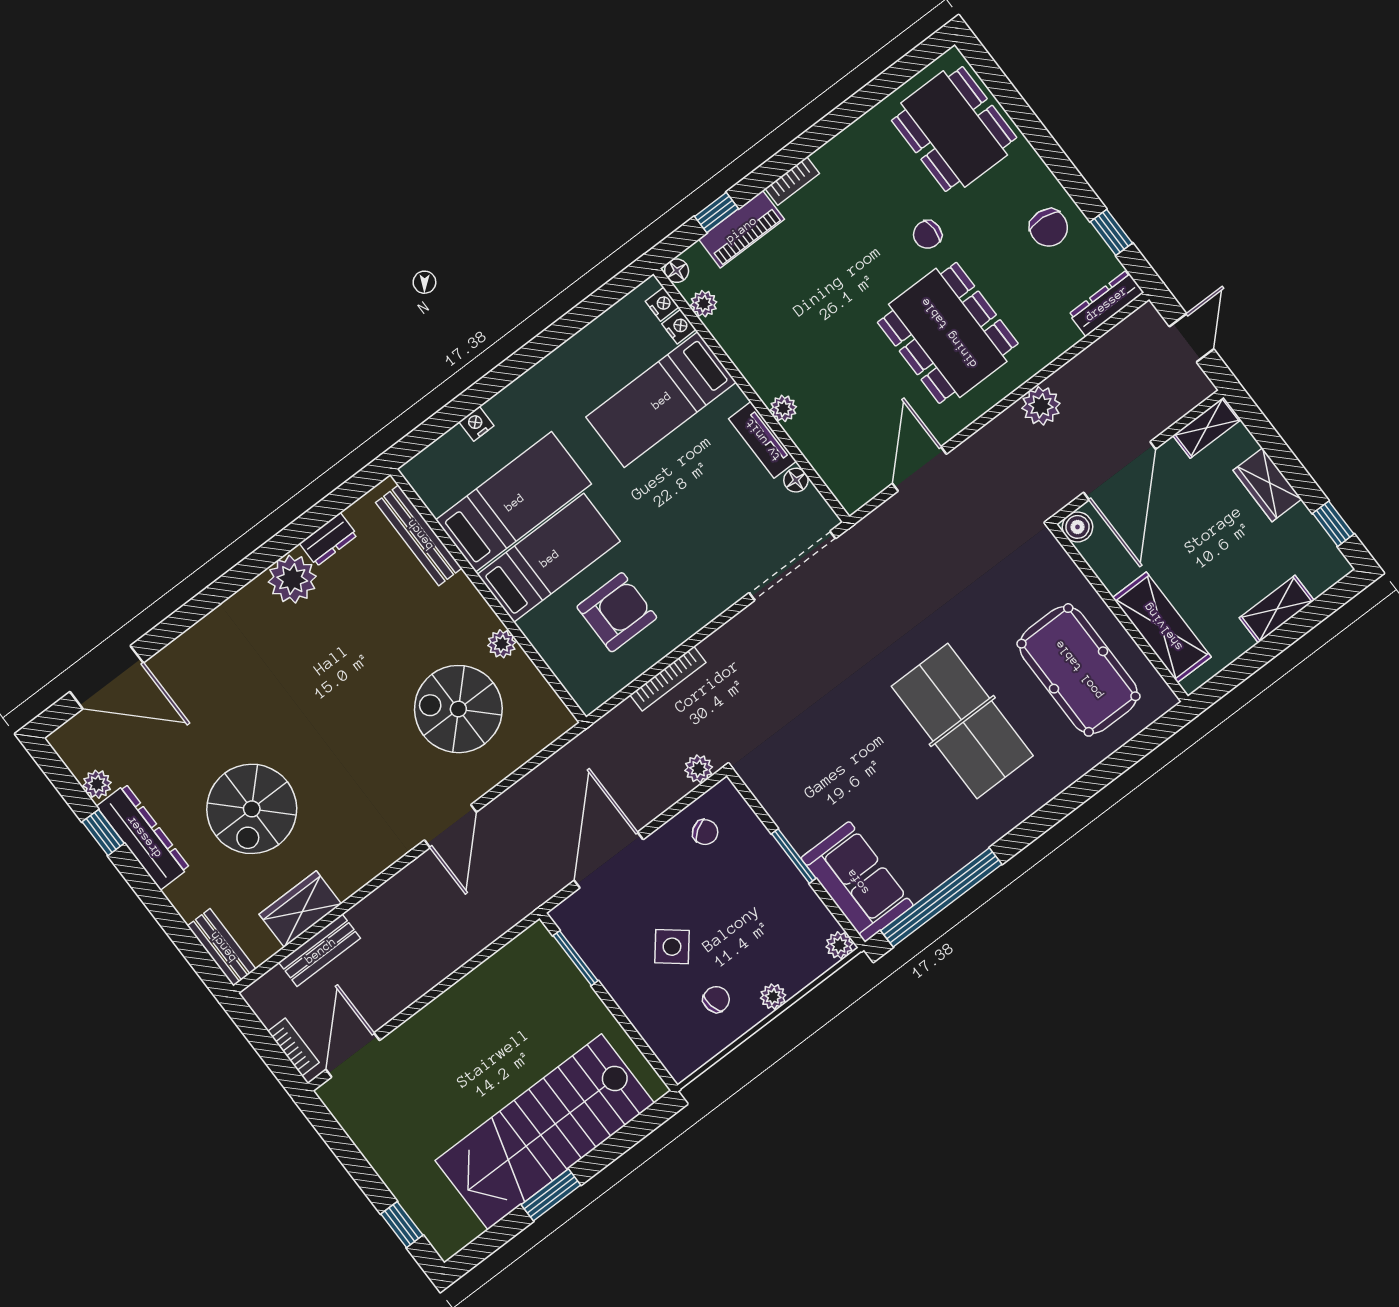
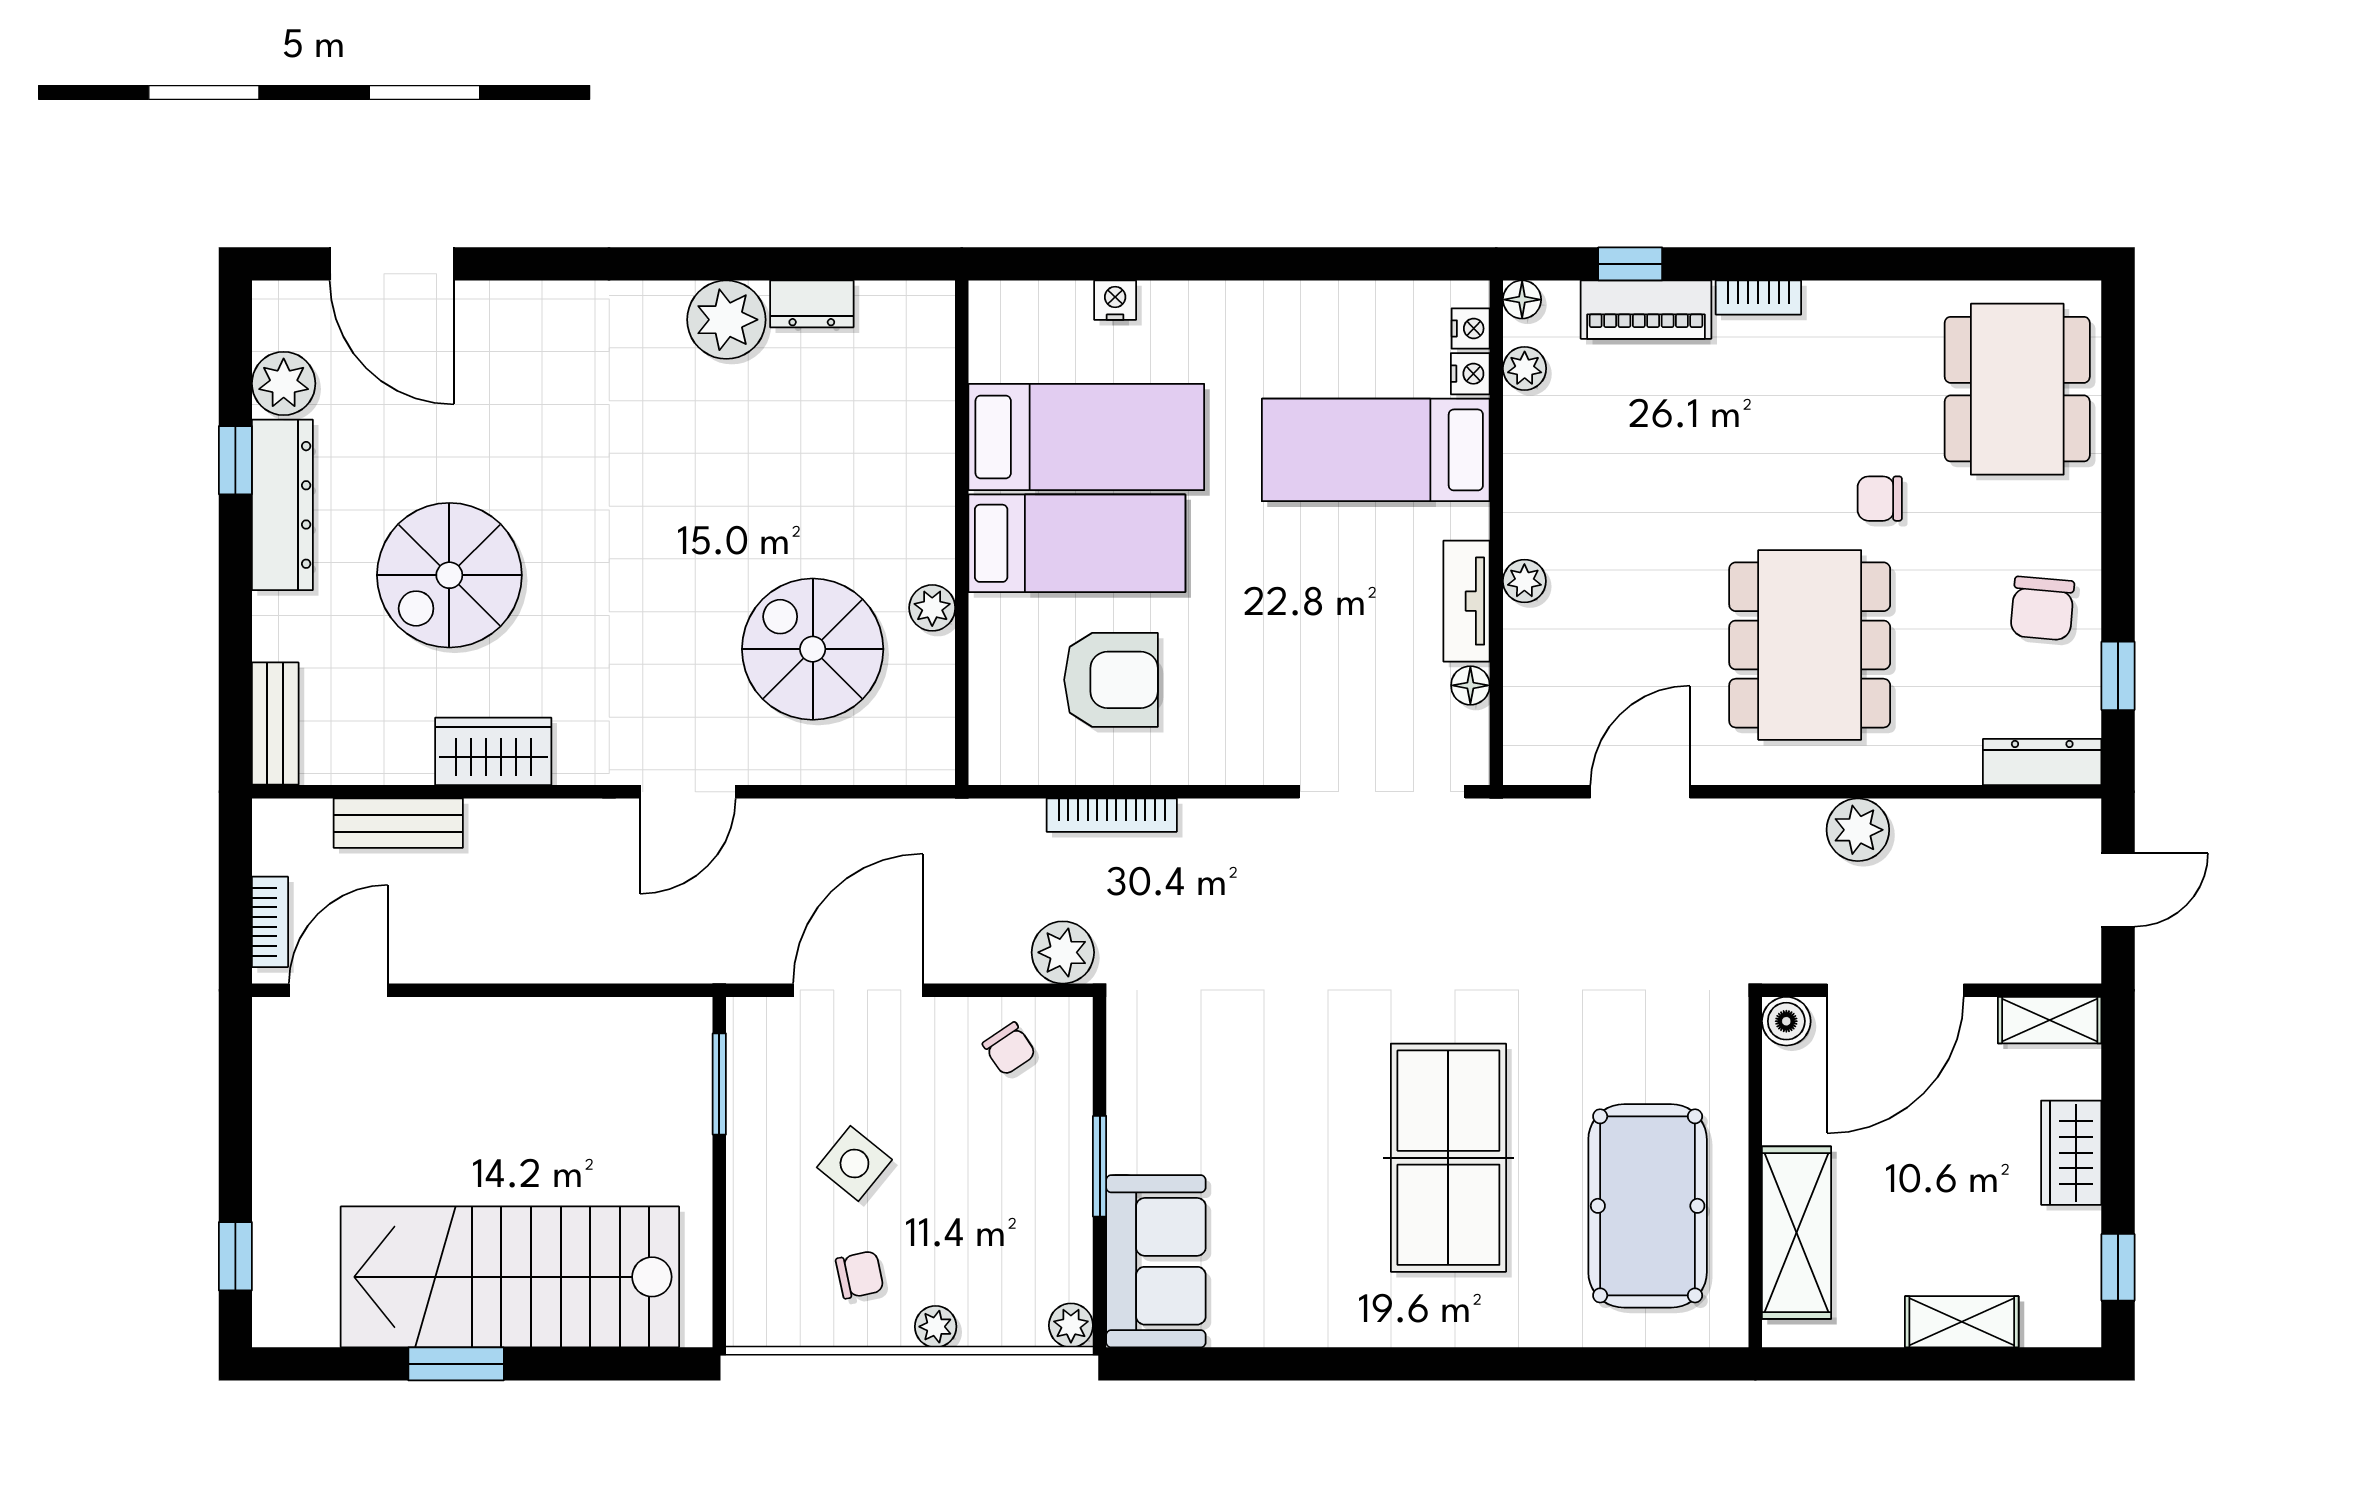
bench: (419, 535) -> (932, 387), removed
plant: (699, 769) -> (1063, 952), width x1.38, depth x1.38
plant: (97, 784) -> (284, 383), width x1.38, depth x1.38
window: (941, 897) -> (1249, 1364), removed
wardrobe: (300, 909) -> (493, 751), moved

